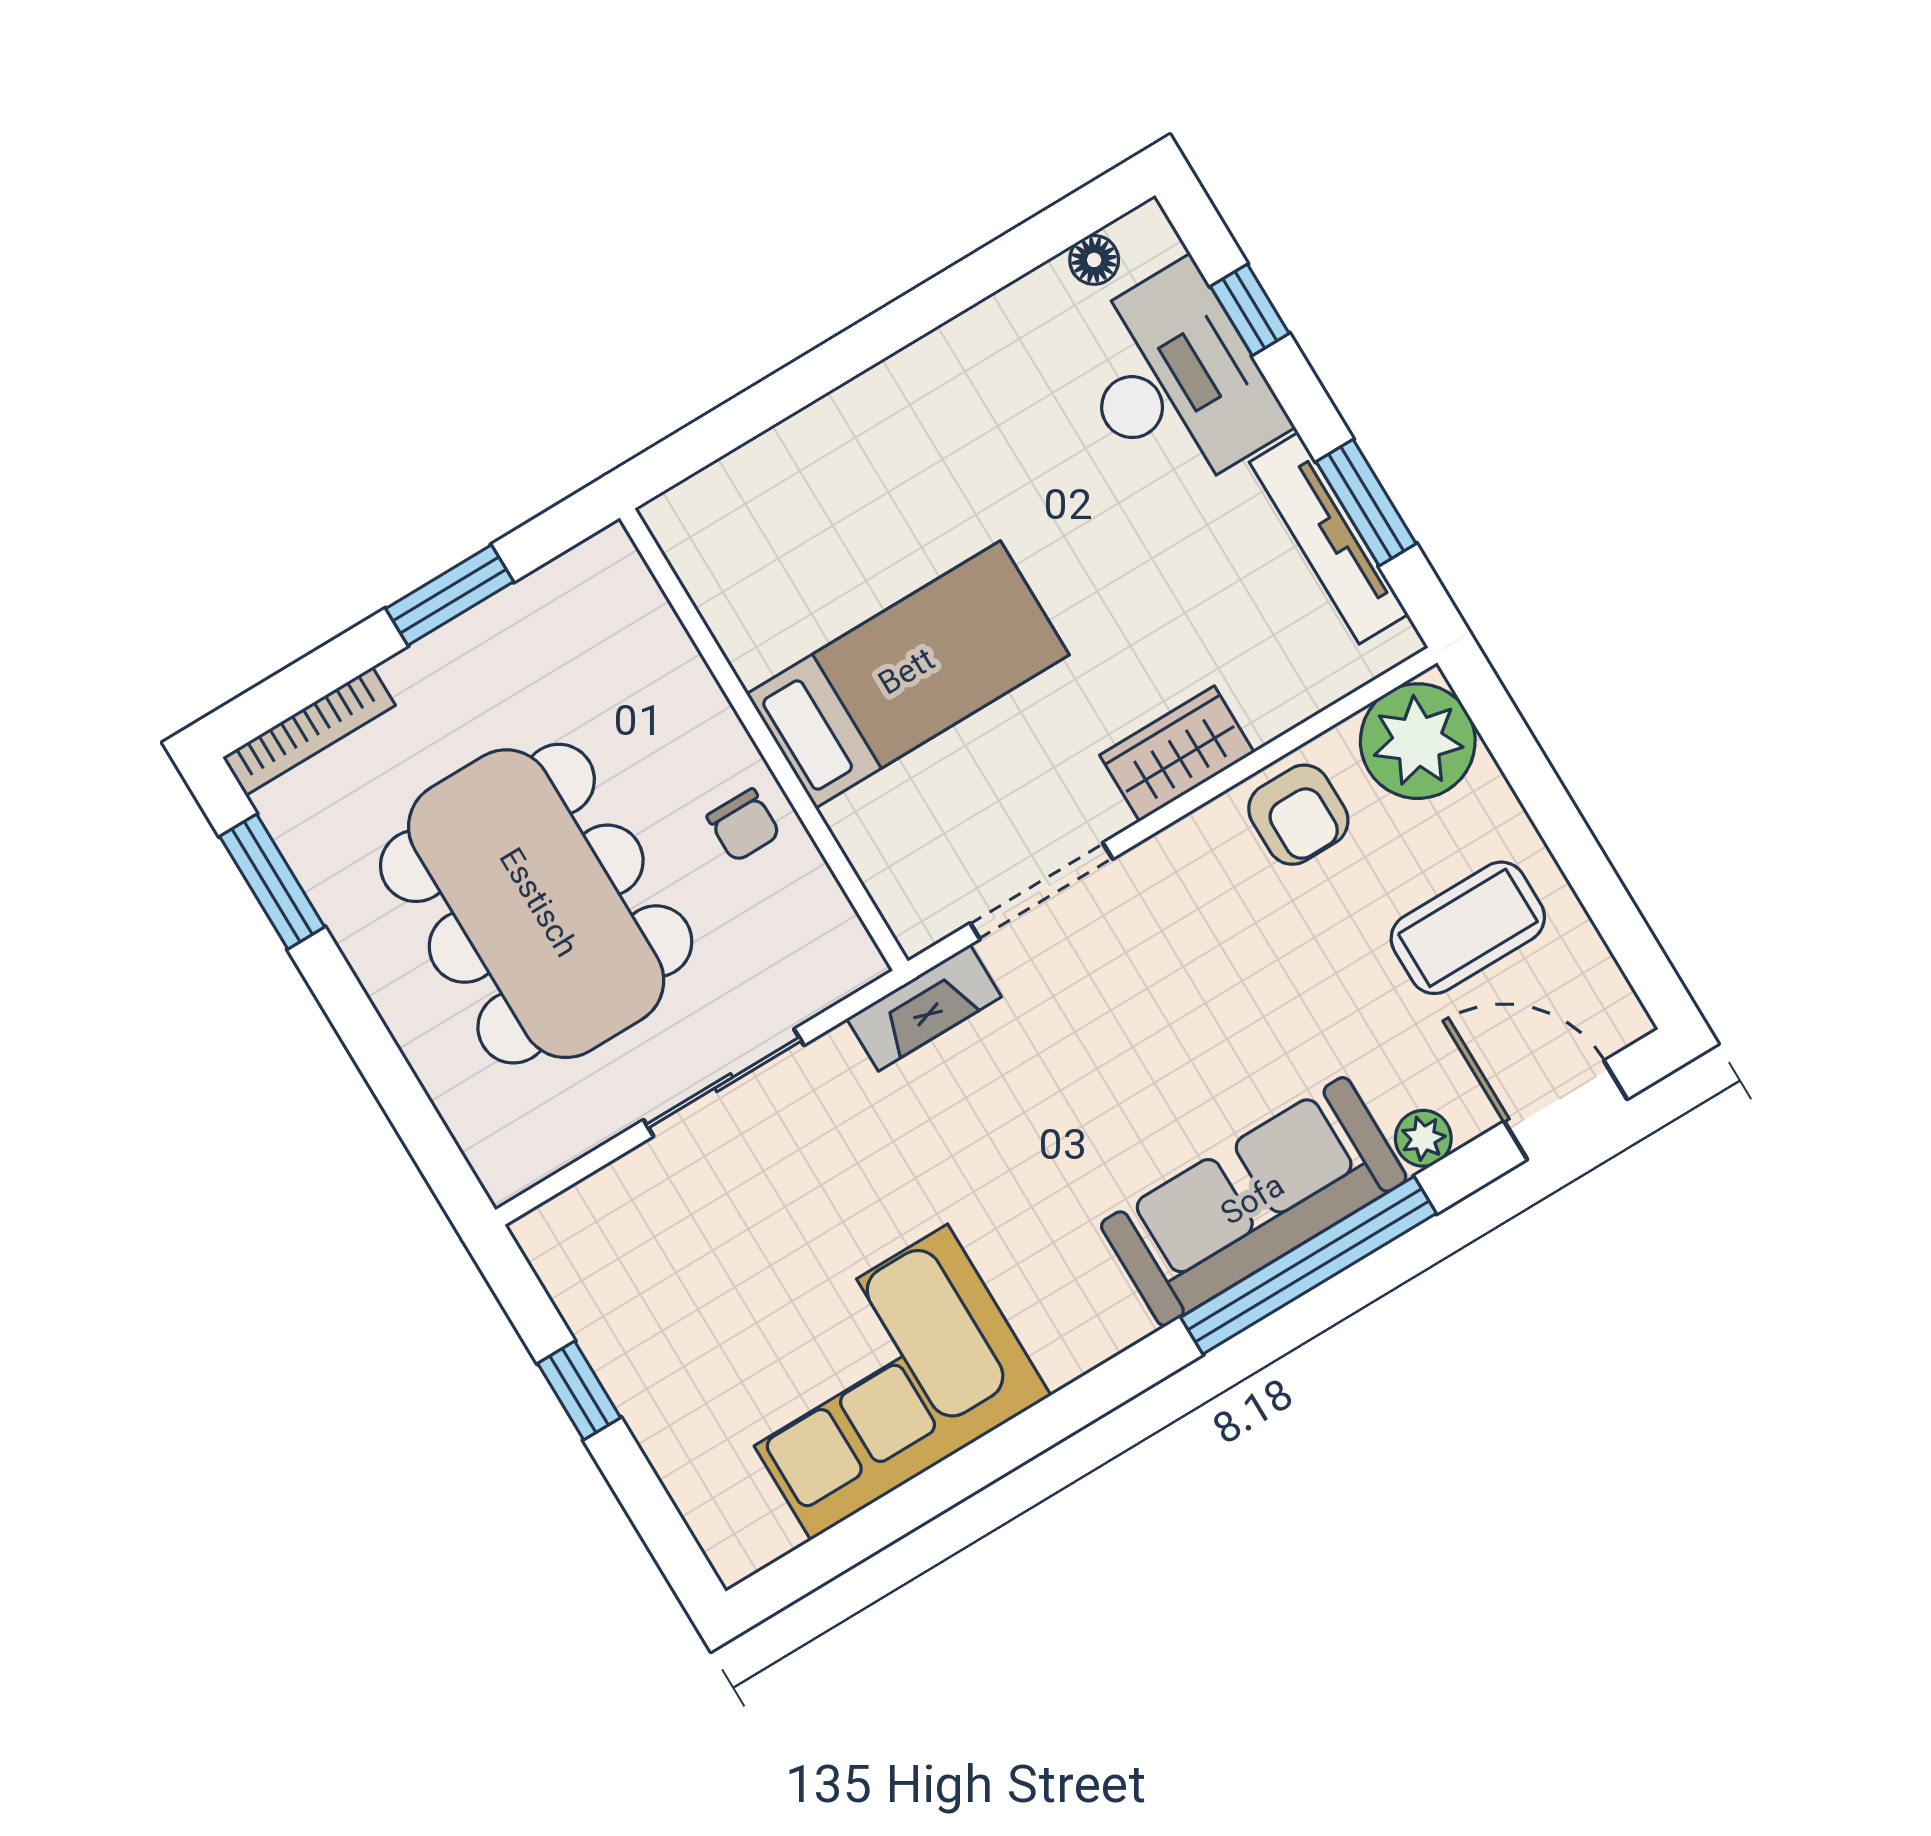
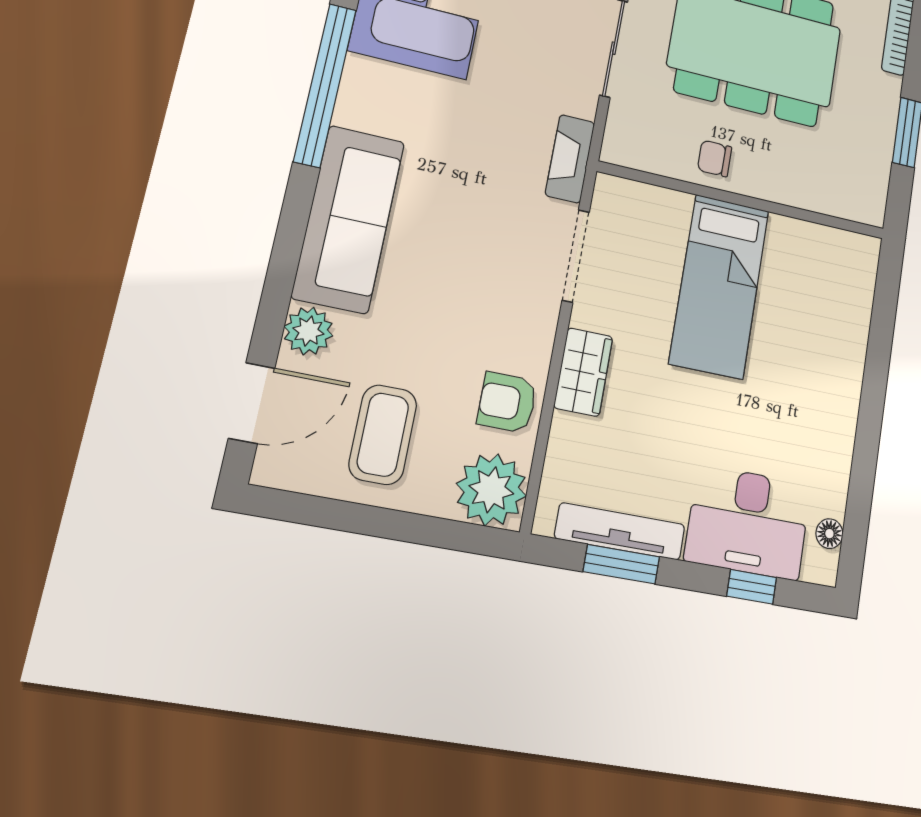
plant: (1423, 1138) -> (308, 331), width x1.38, depth x1.38
window: (1308, 1265) -> (325, 85), moved

